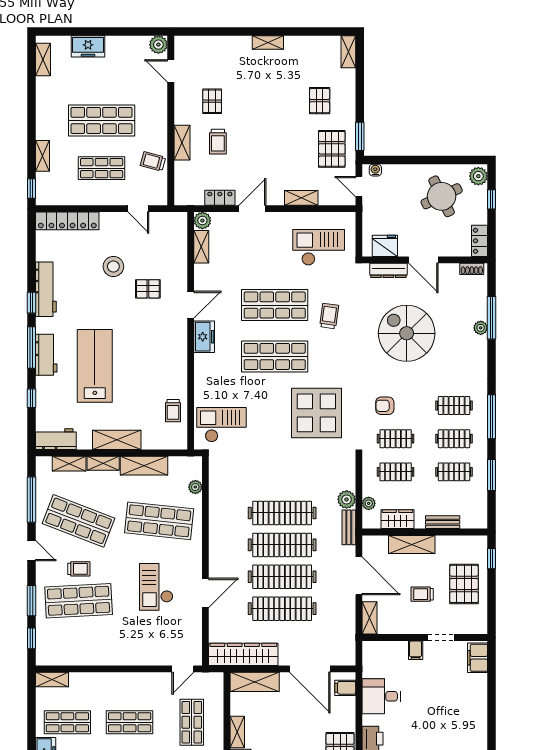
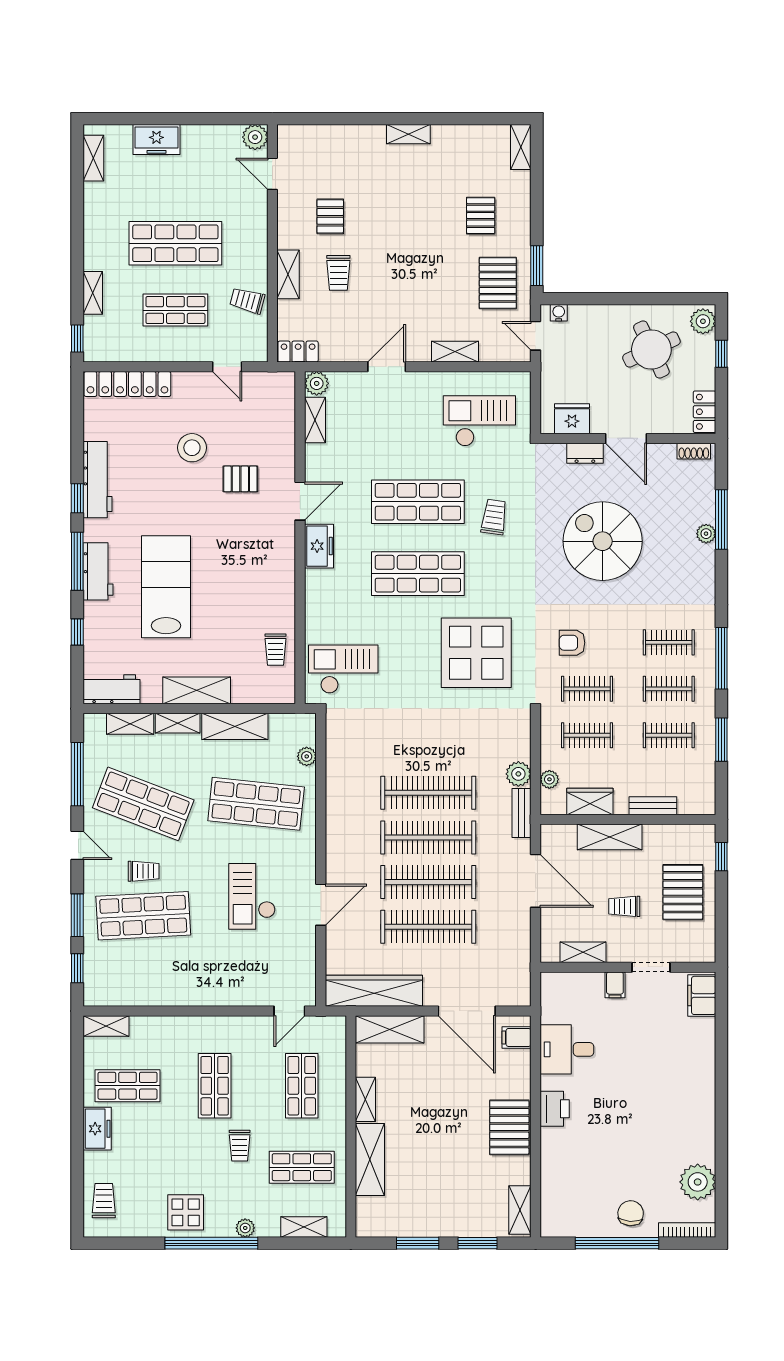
locker: (220, 198) -> (298, 352), moved
dresser: (388, 270) -> (585, 453), width x0.70
shelving: (369, 618) -> (583, 952), moved, turned 90
shop shelf: (130, 722) -> (215, 1086), turned 90

